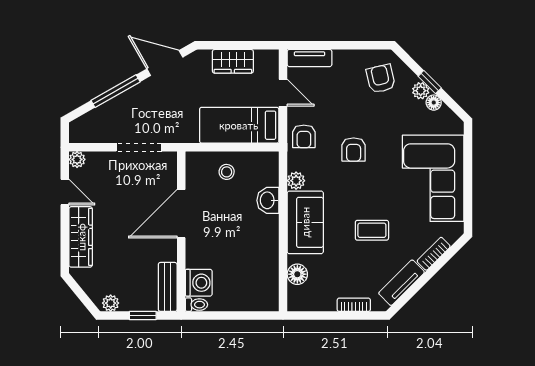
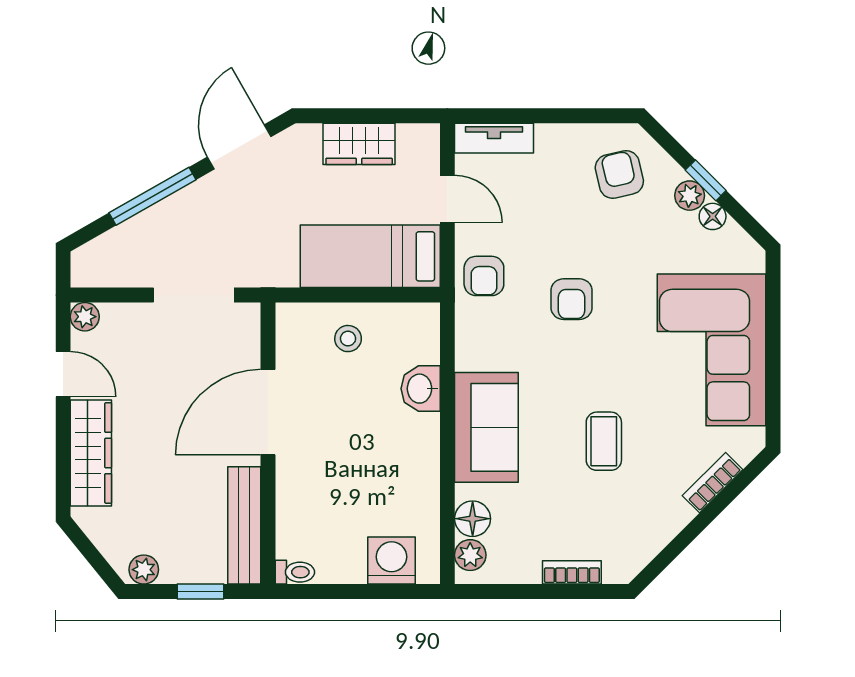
door: (165, 63) -> (239, 147), hinge flipped
plant: (296, 181) -> (470, 555), moved
coffee table: (372, 230) -> (604, 441), turned 90
washing machine: (199, 283) -> (392, 561), moved, turned -90
tv unit: (402, 283) -> (656, 534), removed
bench: (168, 287) -> (244, 525), width x1.36

